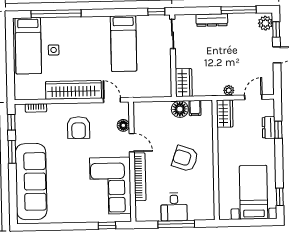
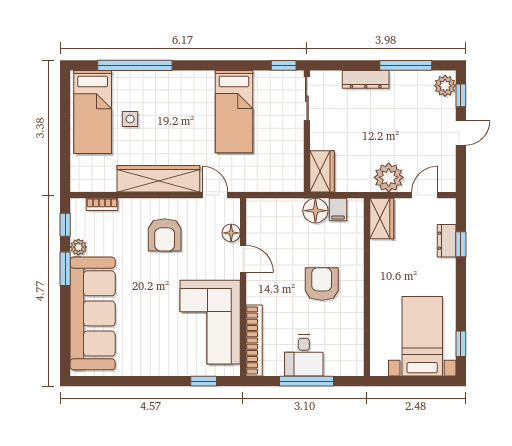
plant: (229, 90) -> (389, 177), width x1.88, depth x1.88
plant: (21, 137) -> (78, 247), added
armchair: (185, 158) -> (322, 284), turned 71
bookcase: (140, 177) -> (254, 340), moved

